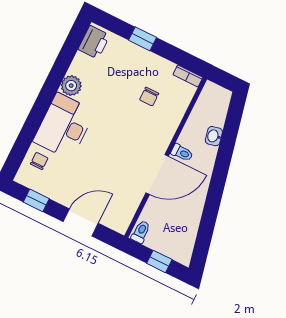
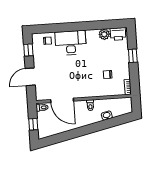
plant: (71, 86) -> (104, 34), moved
door: (157, 175) -> (62, 100), moved
door: (81, 222) -> (30, 77), swing flipped

